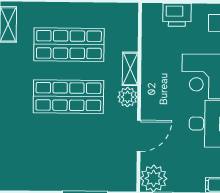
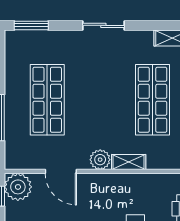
shop shelf: (68, 97) -> (47, 100), moved

